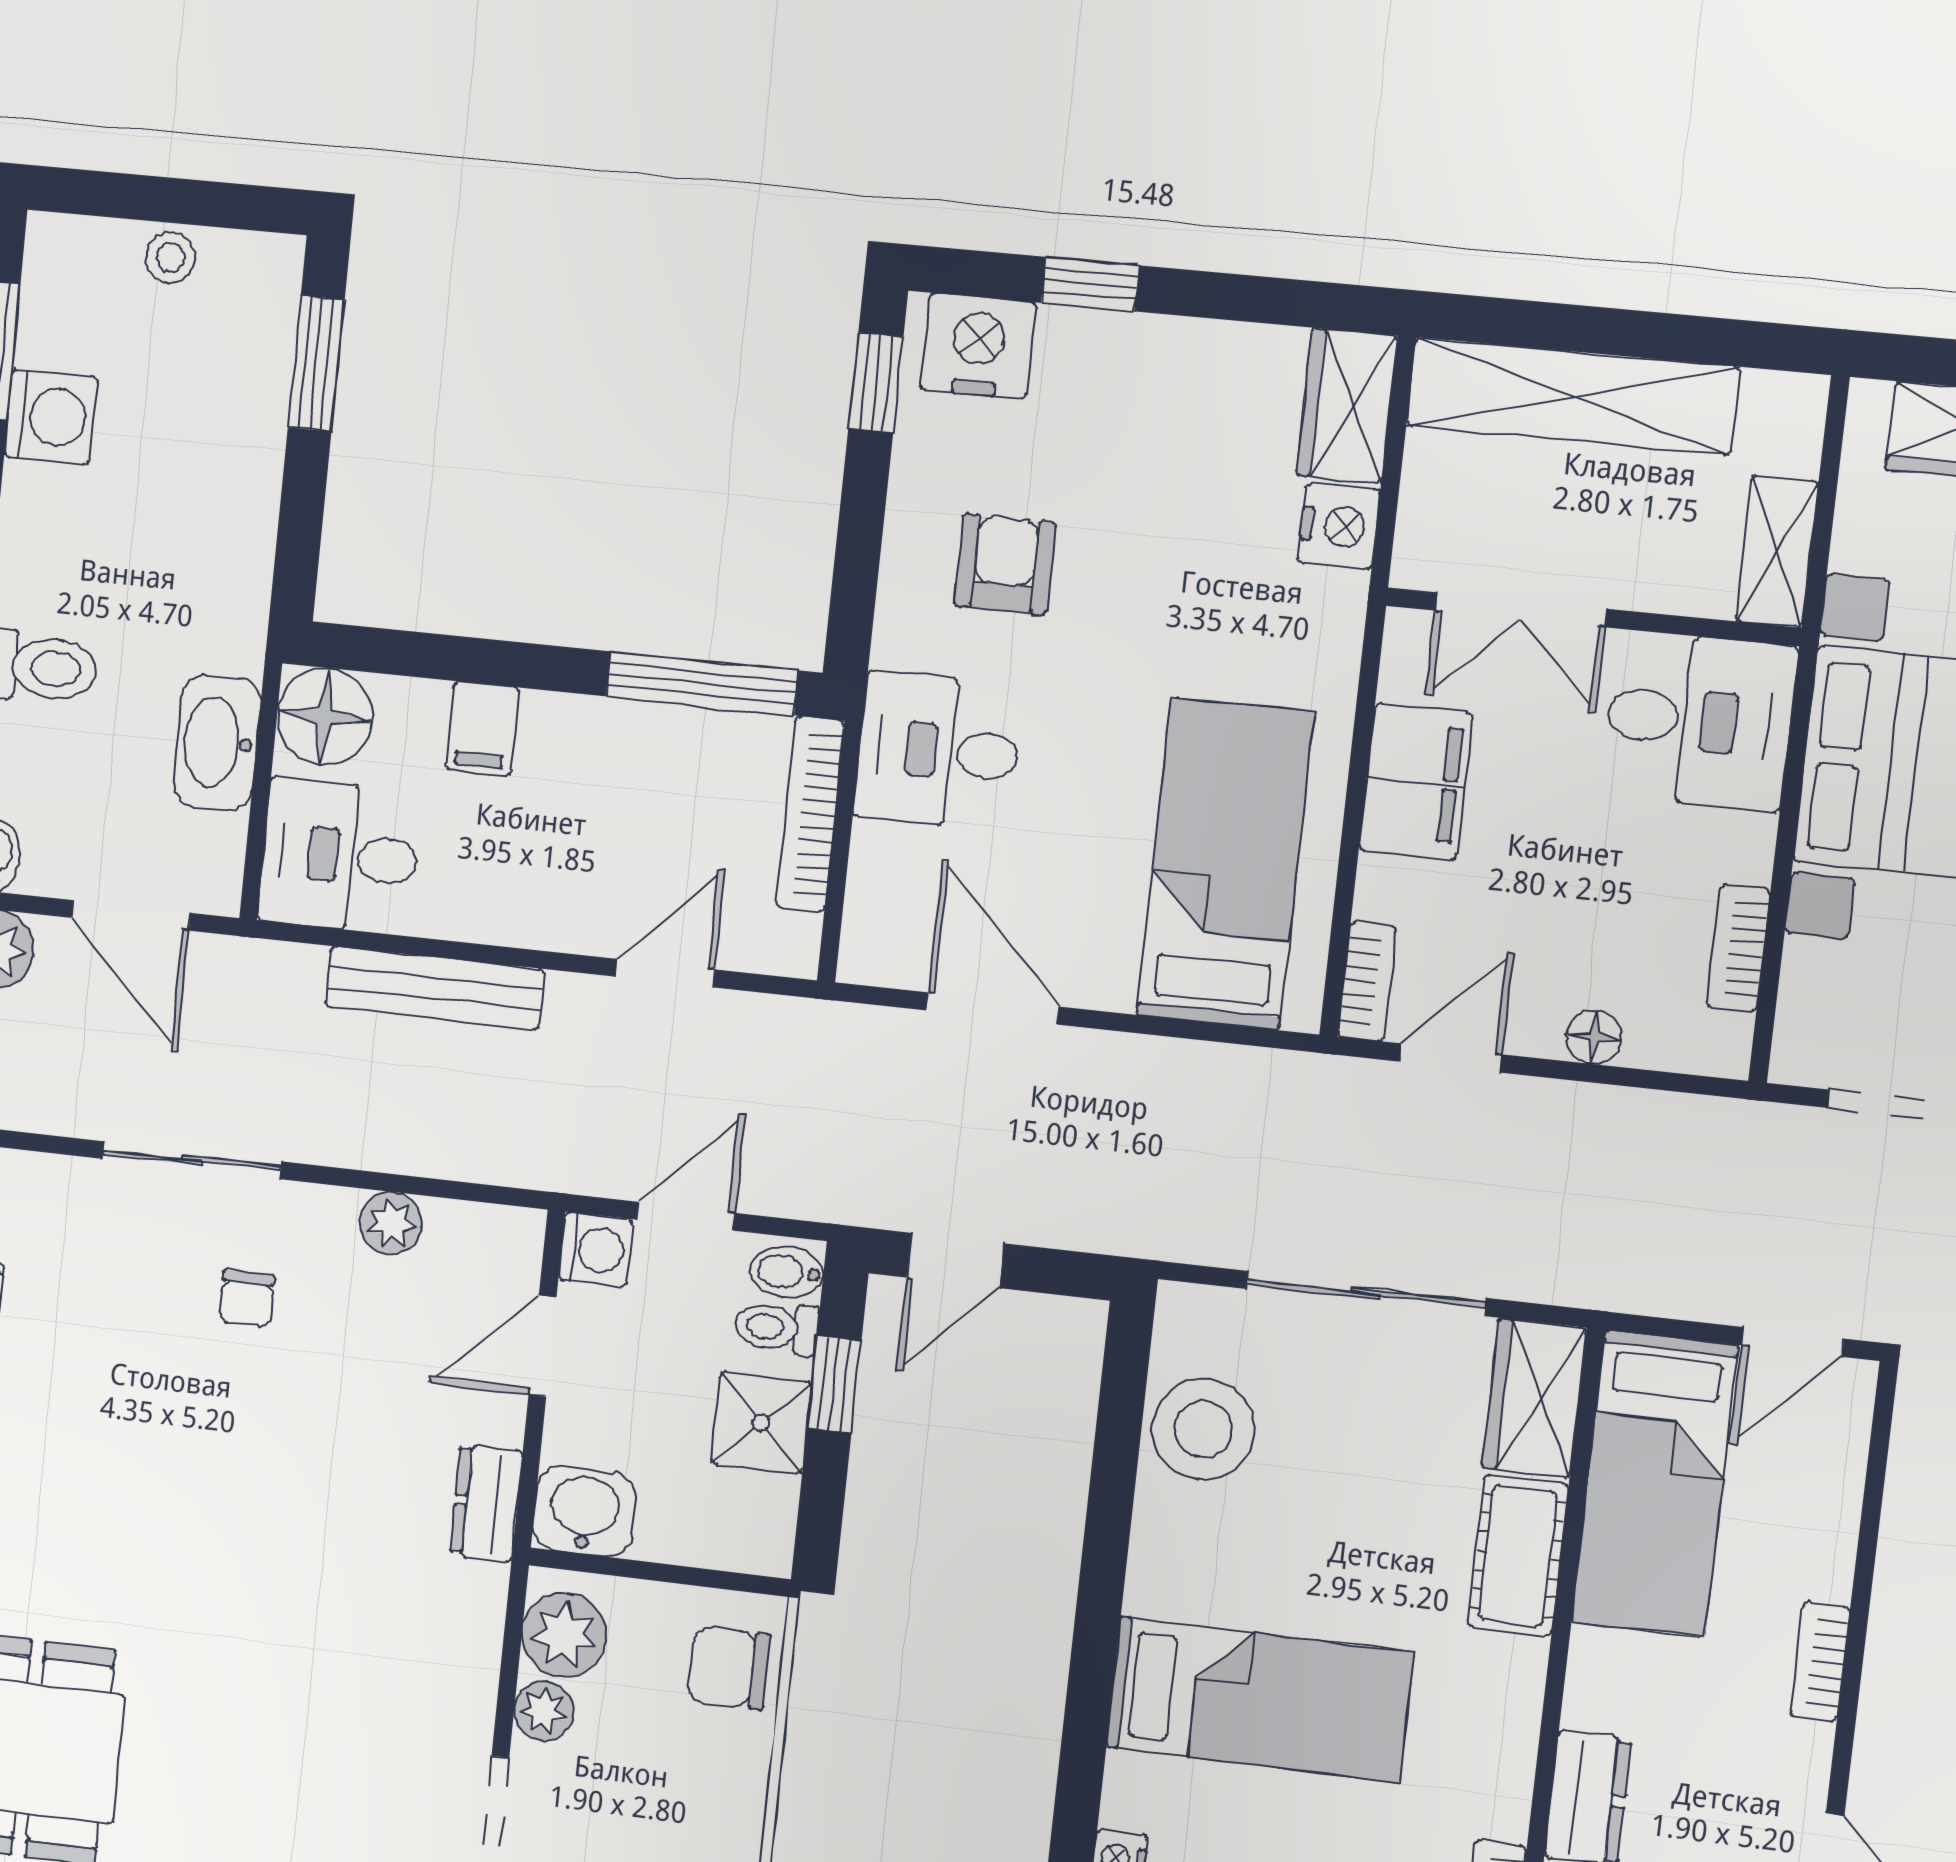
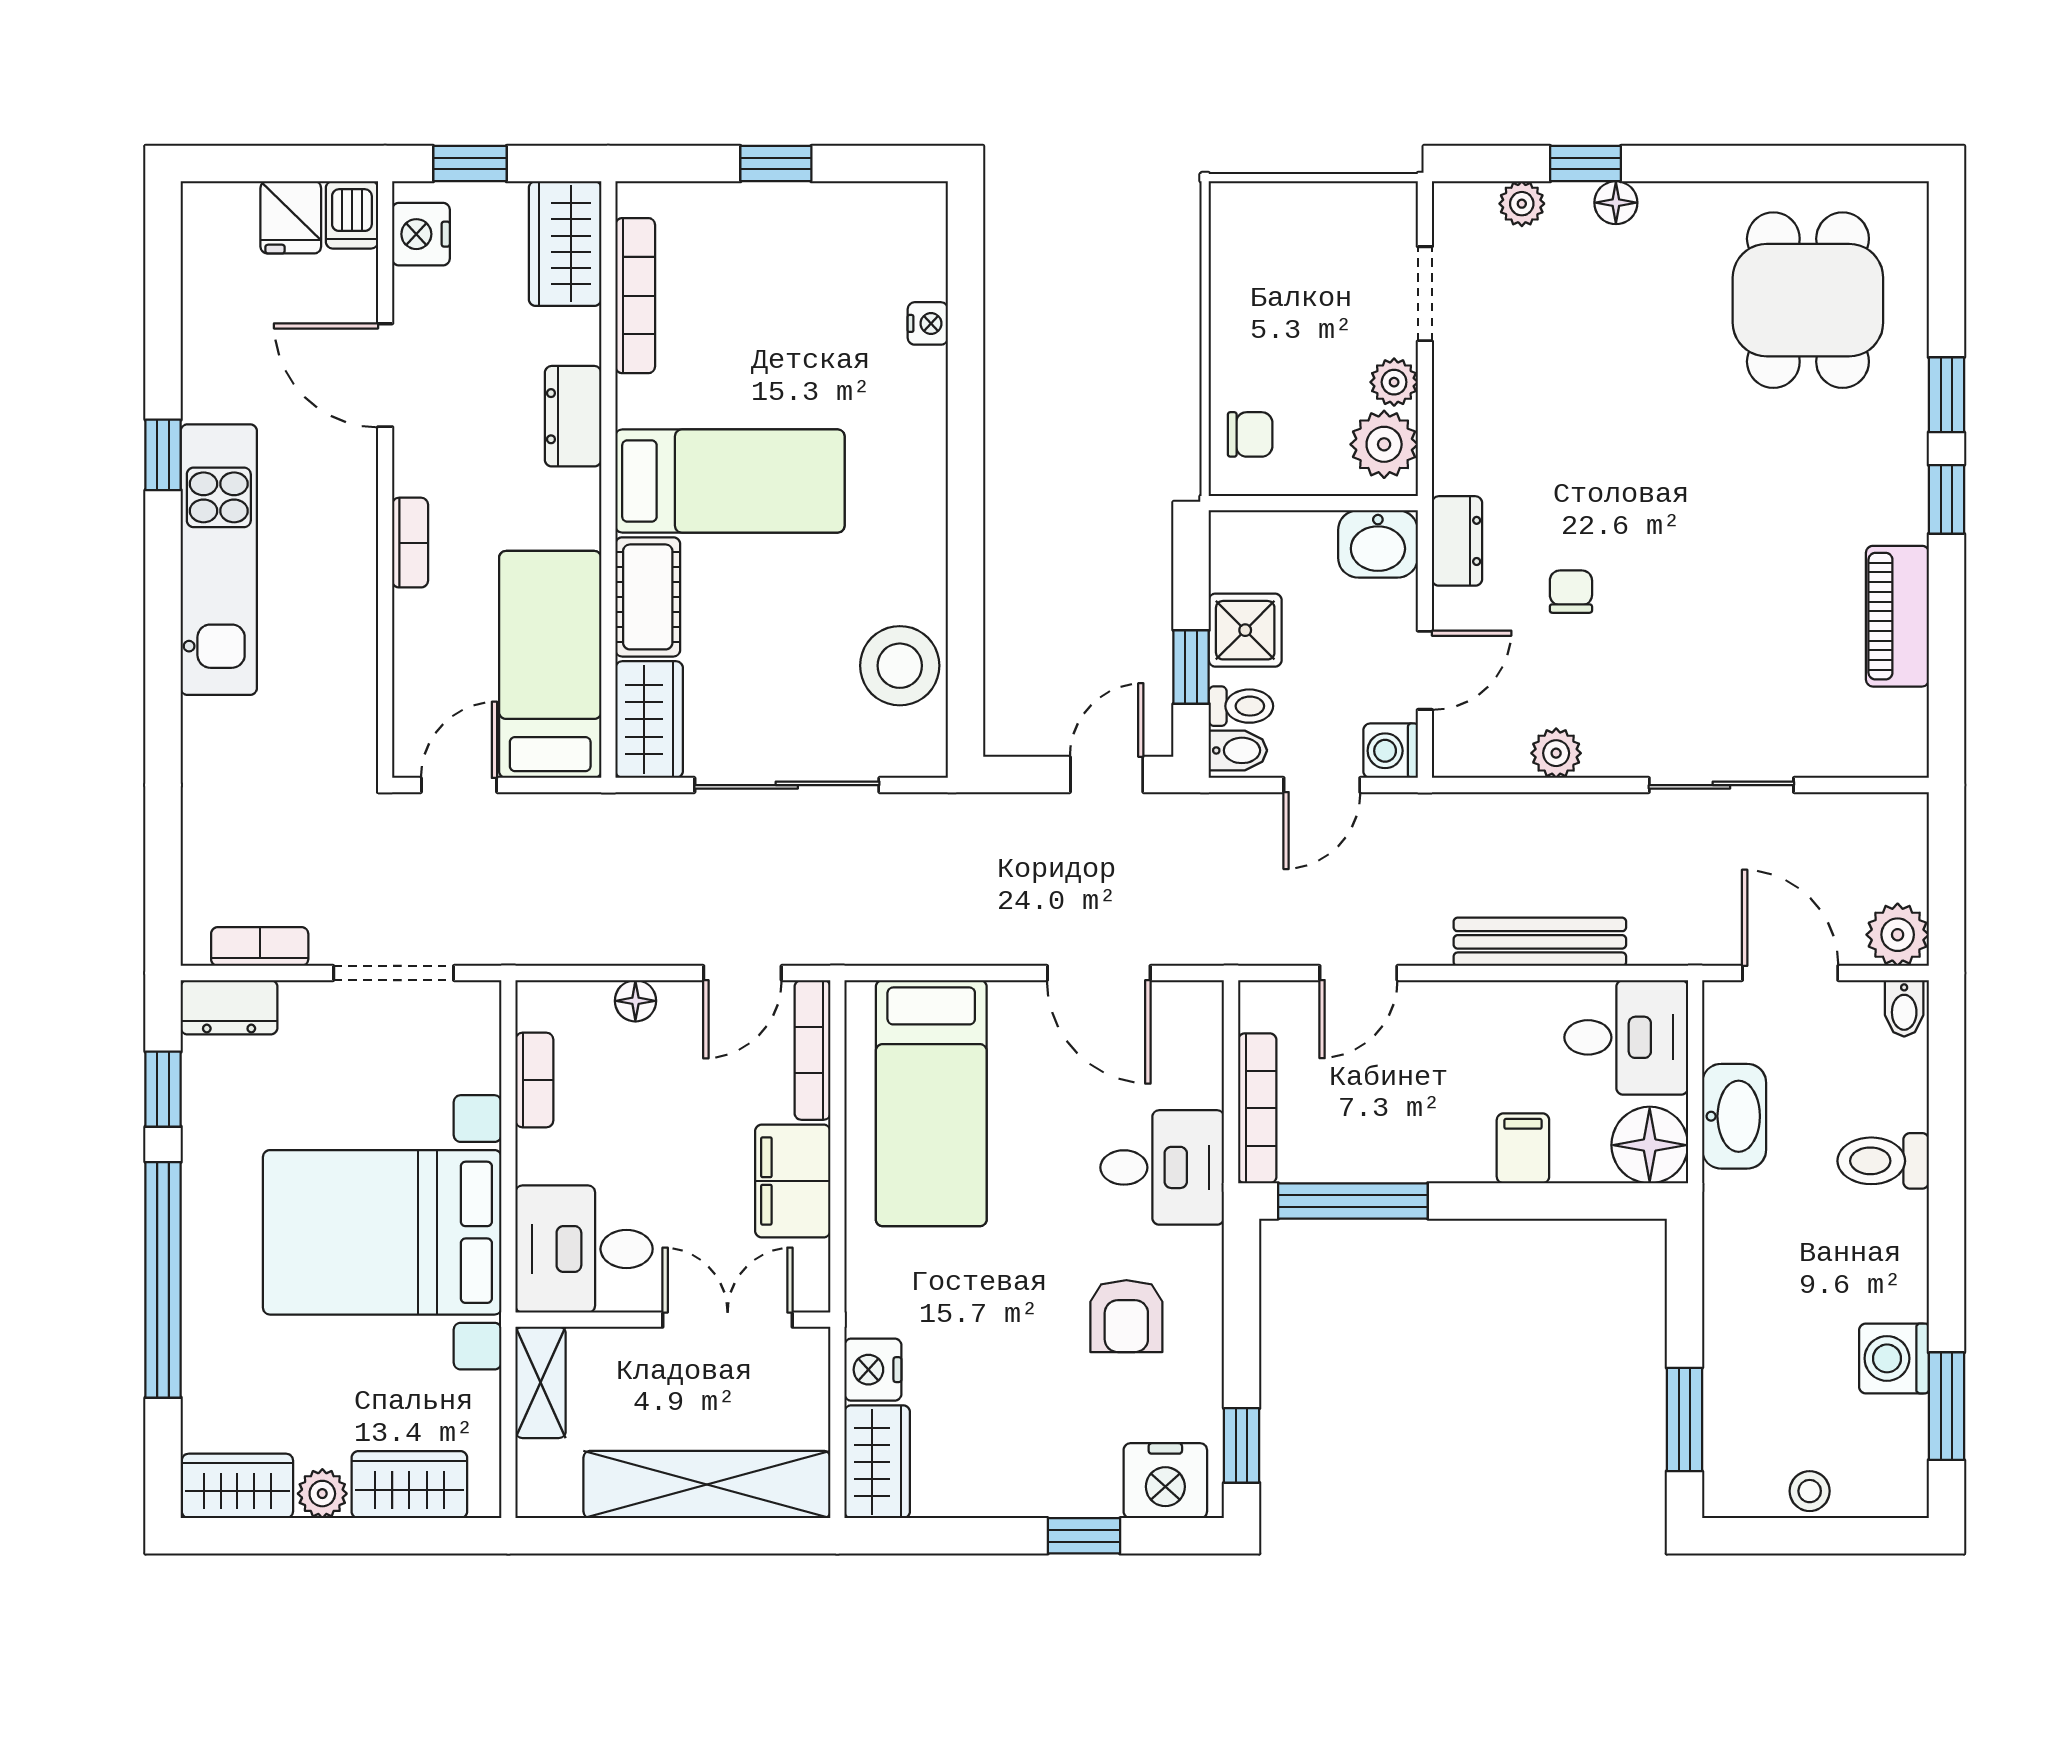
bookcase: (1367, 981) -> (812, 1050), width x1.56
chair: (247, 1299) -> (1571, 592), moved
chair: (729, 1668) -> (1250, 434), width x0.73, depth x0.73
bed: (1259, 1699) -> (730, 481), moved, turned 180

